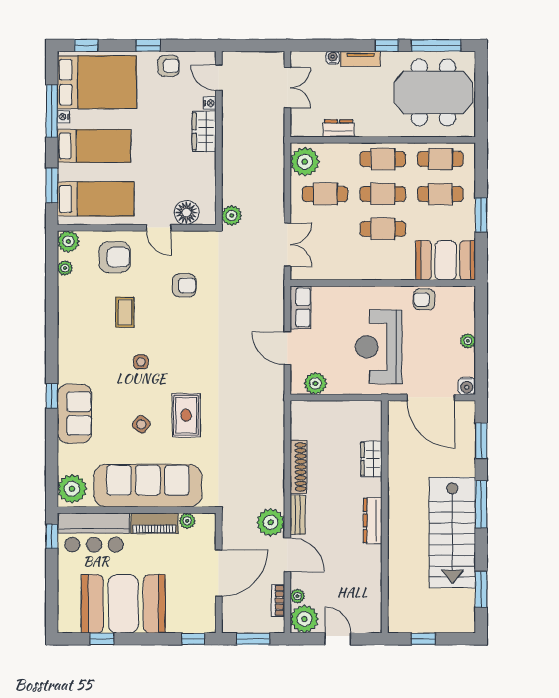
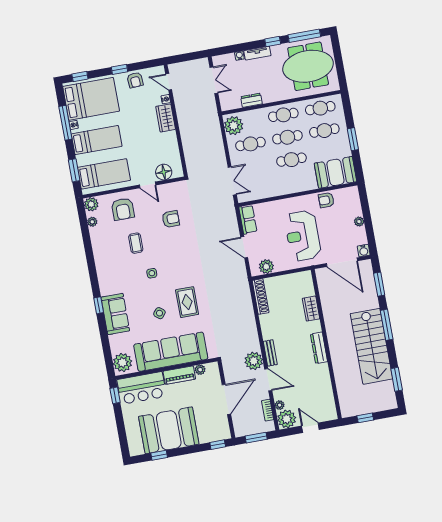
armchair: (168, 66) -> (135, 80), turned 87
plant: (232, 216) -> (193, 169), removed
armchair: (115, 257) -> (123, 209), turned 90
shoe rack: (298, 467) -> (261, 297), moved

